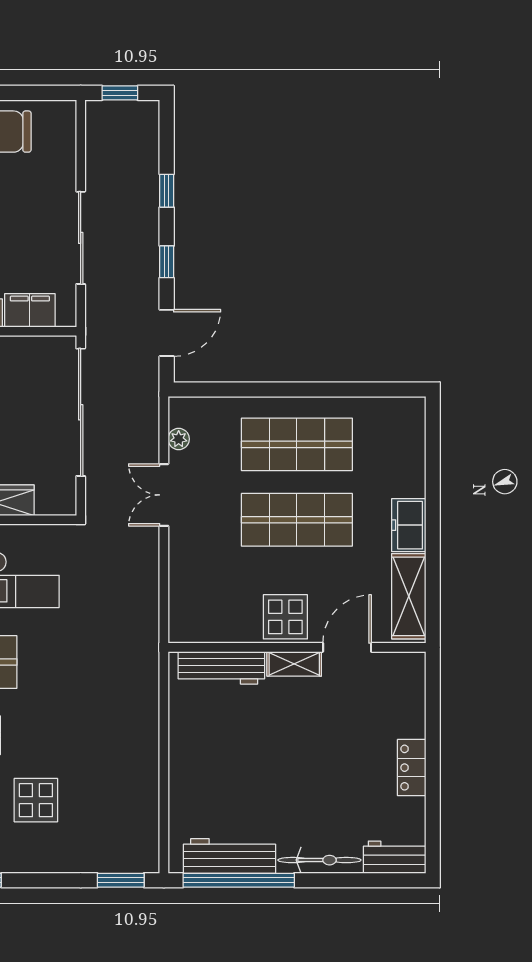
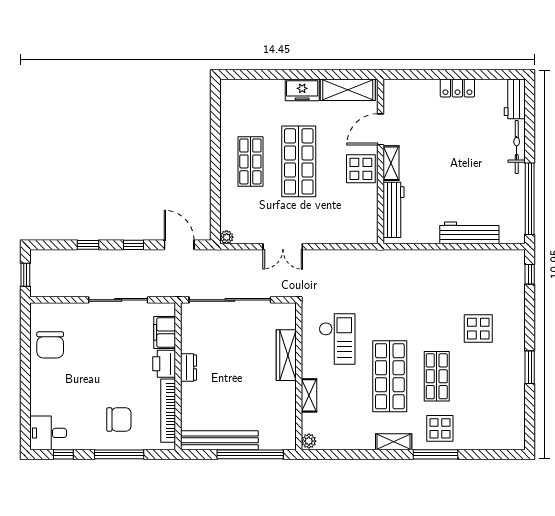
plant: (179, 439) -> (227, 237), moved
shop shelf: (297, 444) -> (250, 161), width x0.70, depth x0.74
door: (347, 647) -> (380, 129), hinge flipped
workbench: (229, 856) -> (469, 233), moved, turned 90
window: (121, 880) -> (530, 274), width x0.67

